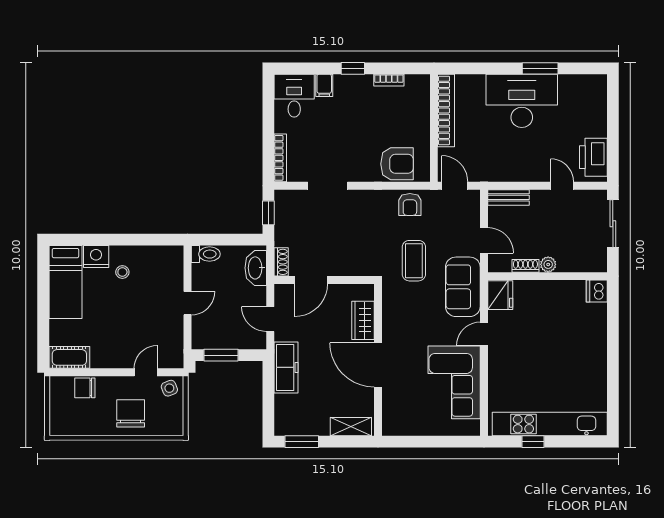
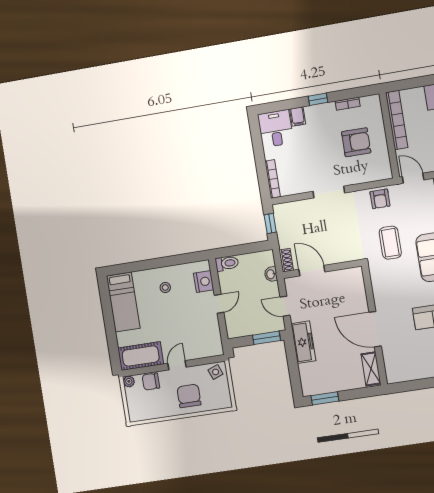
armchair: (397, 164) -> (356, 142), moved
doorway: (328, 186) -> (329, 192), moved
nightstand: (96, 257) -> (204, 282), moved, turned 90
washbasin: (256, 268) -> (271, 274), width x0.52, depth x0.69
door: (311, 280) -> (312, 271), swing flipped
wardrobe: (363, 320) -> (358, 296), removed
window: (221, 355) -> (266, 338), moved
cot: (69, 357) -> (141, 356), width x1.37, depth x1.34
door: (146, 372) -> (177, 365), moved
plant: (56, 384) -> (129, 381), added
shelving: (351, 427) -> (371, 369), moved, turned 90

